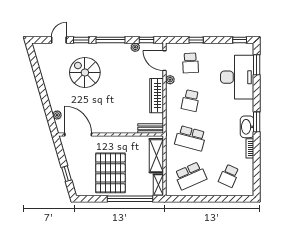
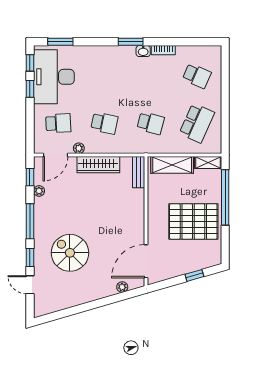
window: (196, 40) -> (30, 89), moved
spiral stairs: (85, 72) -> (70, 253), turned 90
desk: (237, 77) -> (54, 77), moved, turned -90
washbasin: (247, 127) -> (143, 51), width x0.52, depth x0.69
school desk: (190, 138) -> (151, 123), width x0.54
school desk: (190, 176) -> (197, 123), turned 48

